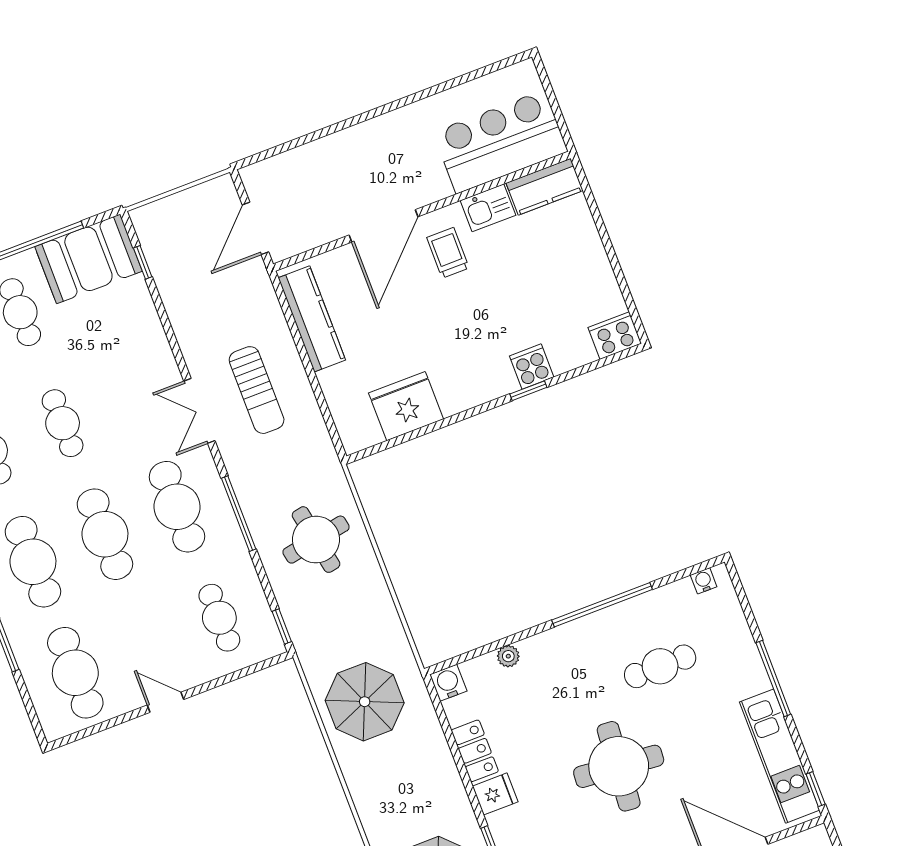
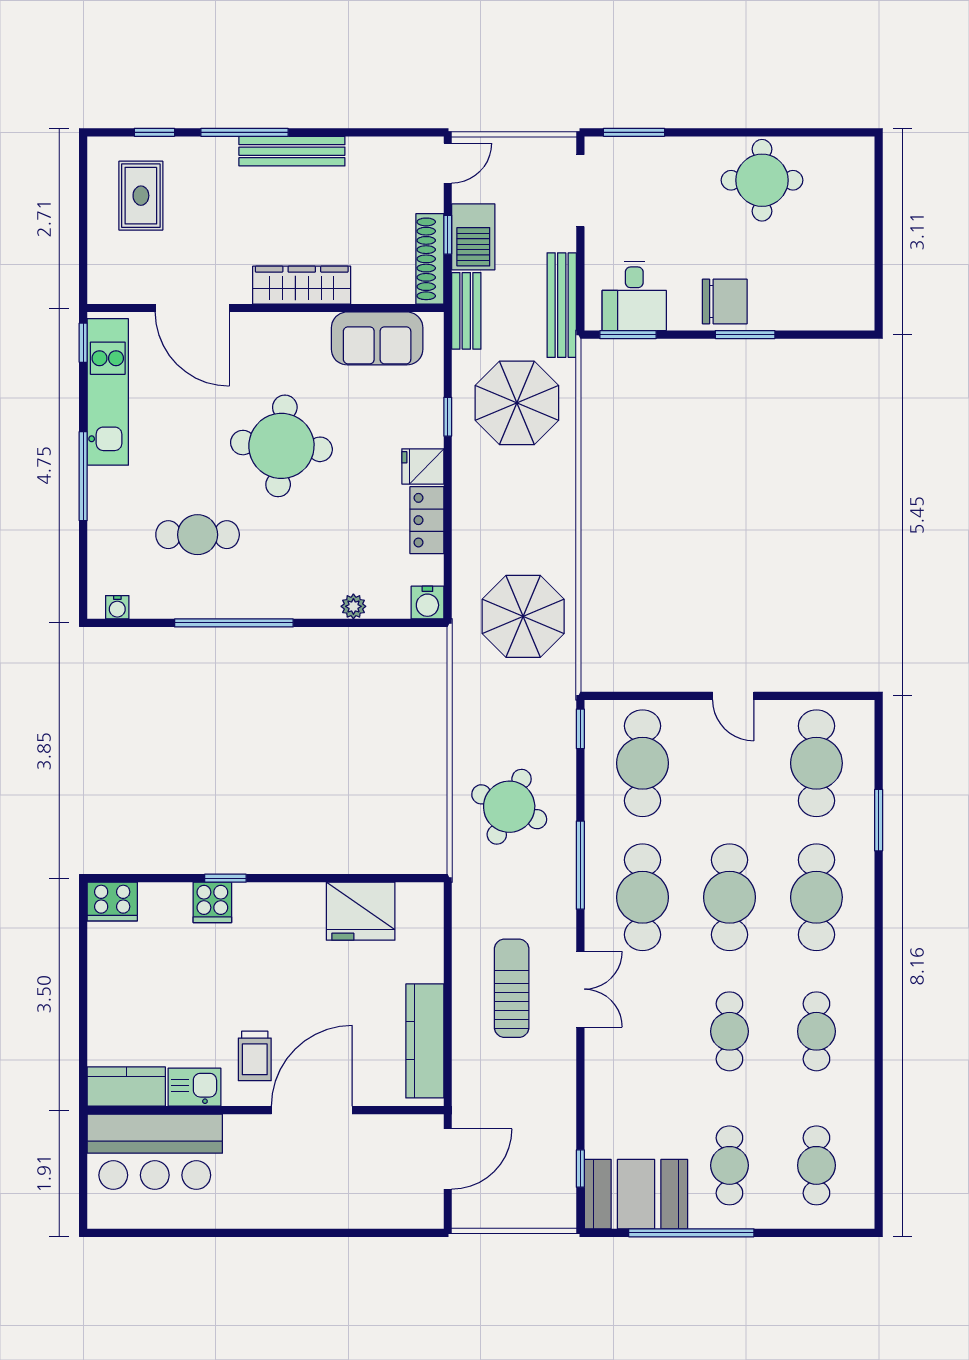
round table: (316, 540) -> (509, 807), turned 34
cafe table: (219, 618) -> (642, 763), width x1.37, depth x1.35

